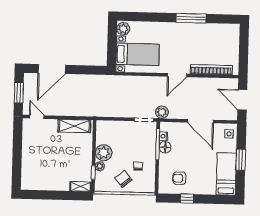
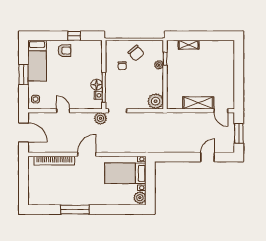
door: (52, 69) -> (208, 157), width x0.53
door: (201, 121) -> (63, 111), width x0.53
shelving: (74, 126) -> (198, 103), moved
plant: (104, 153) -> (156, 101), moved
armchair: (179, 178) -> (65, 51), moved
shelving: (81, 187) -> (189, 45), moved

